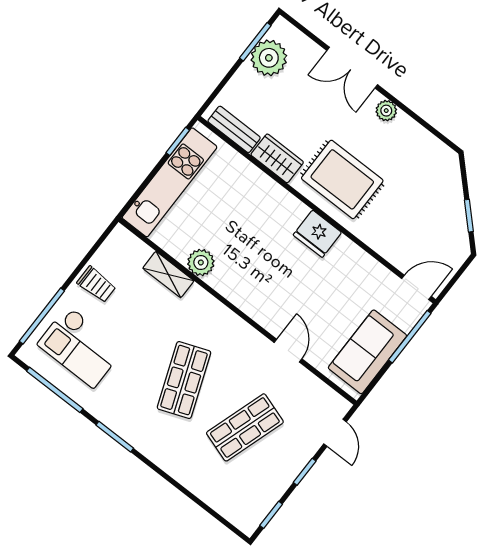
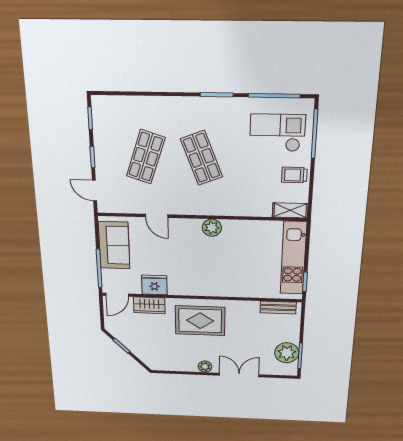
wardrobe: (277, 158) -> (149, 305), moved
fridge: (317, 234) -> (154, 285), moved
plant: (201, 262) -> (212, 228), moved
shelving: (168, 274) -> (290, 210), moved

